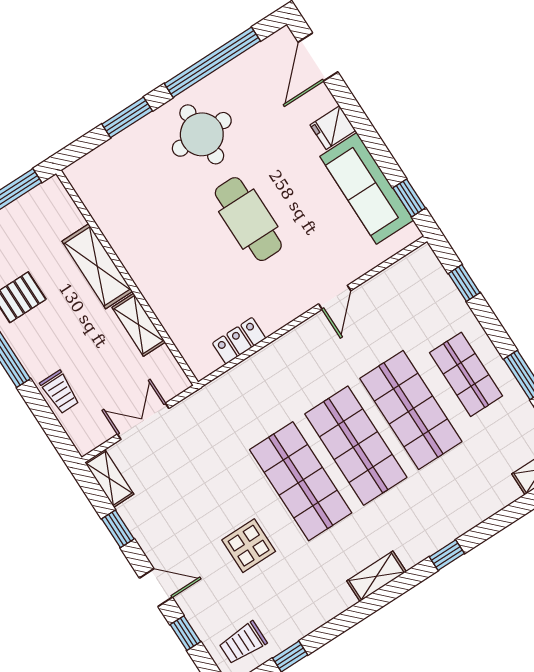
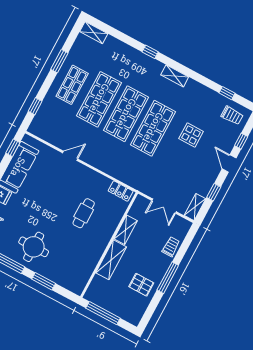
cafe table: (248, 219) -> (84, 213), moved, width x0.73, depth x0.74
locker: (239, 341) -> (121, 191), moved

